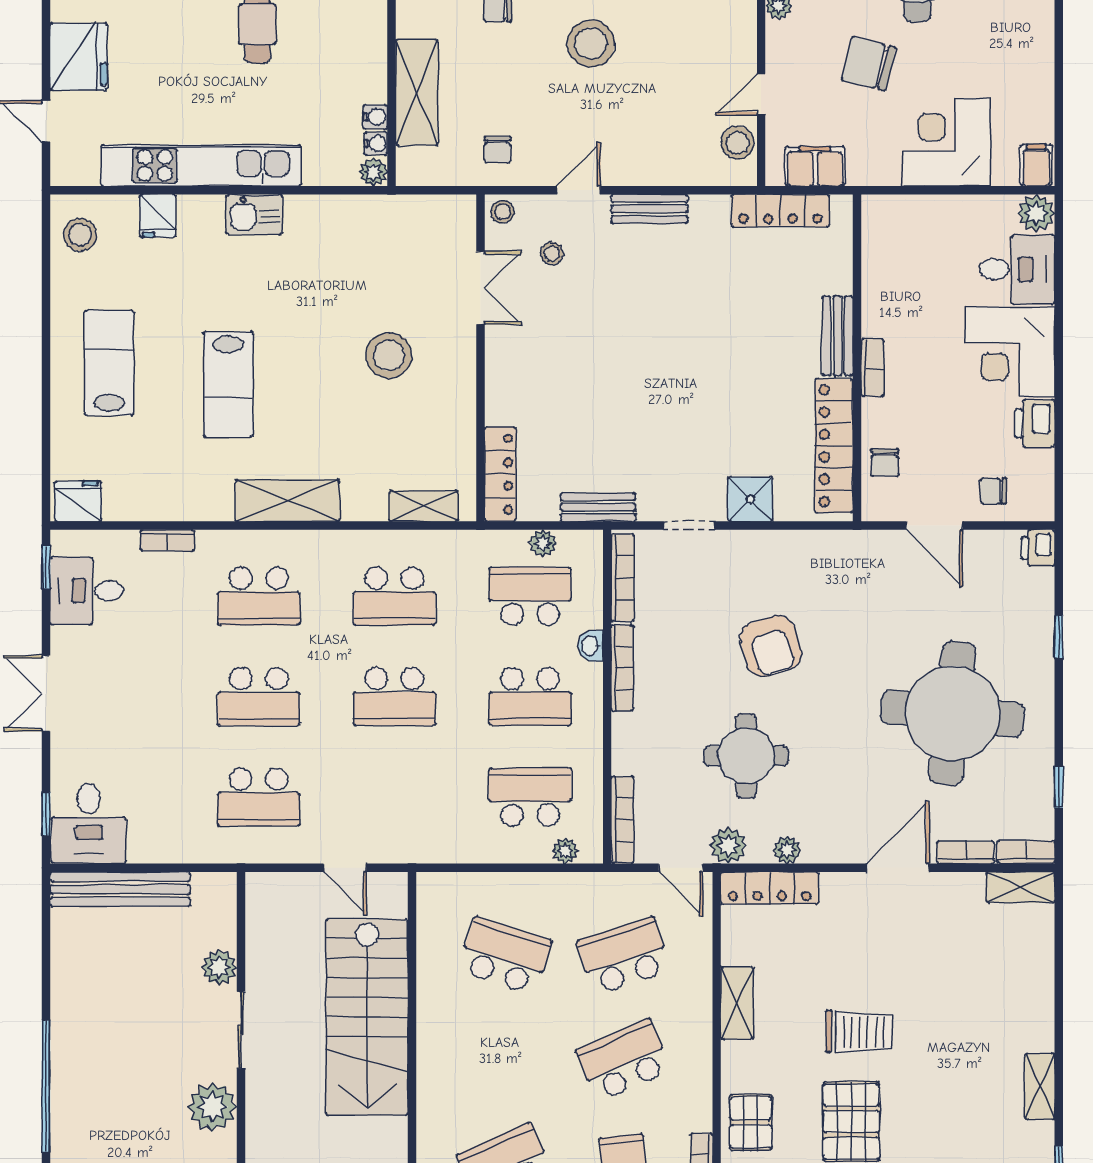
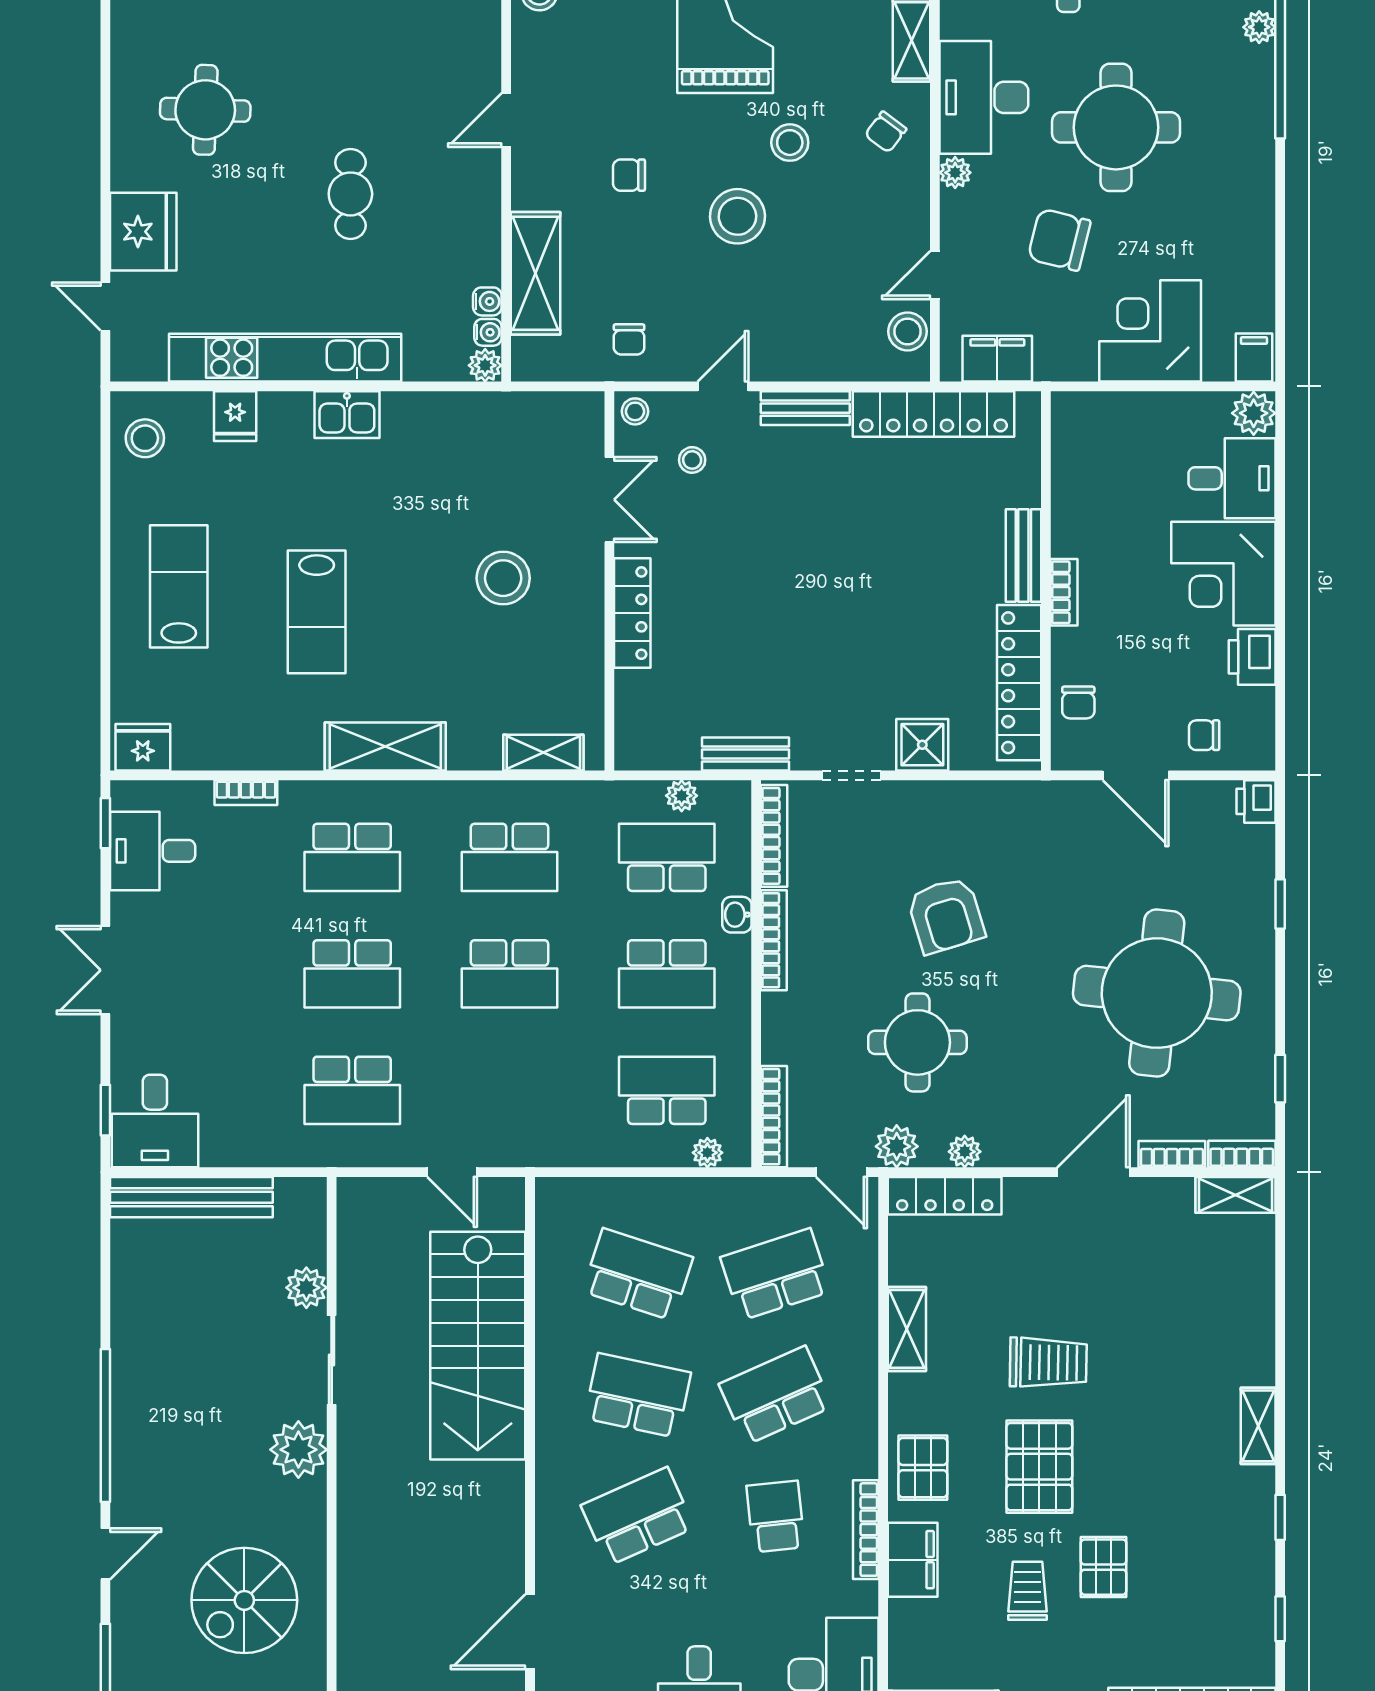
locker: (780, 211) -> (934, 414), width x1.41, depth x1.21
locker: (500, 474) -> (632, 613), moved
school desk: (505, 1060) -> (638, 1395), added

